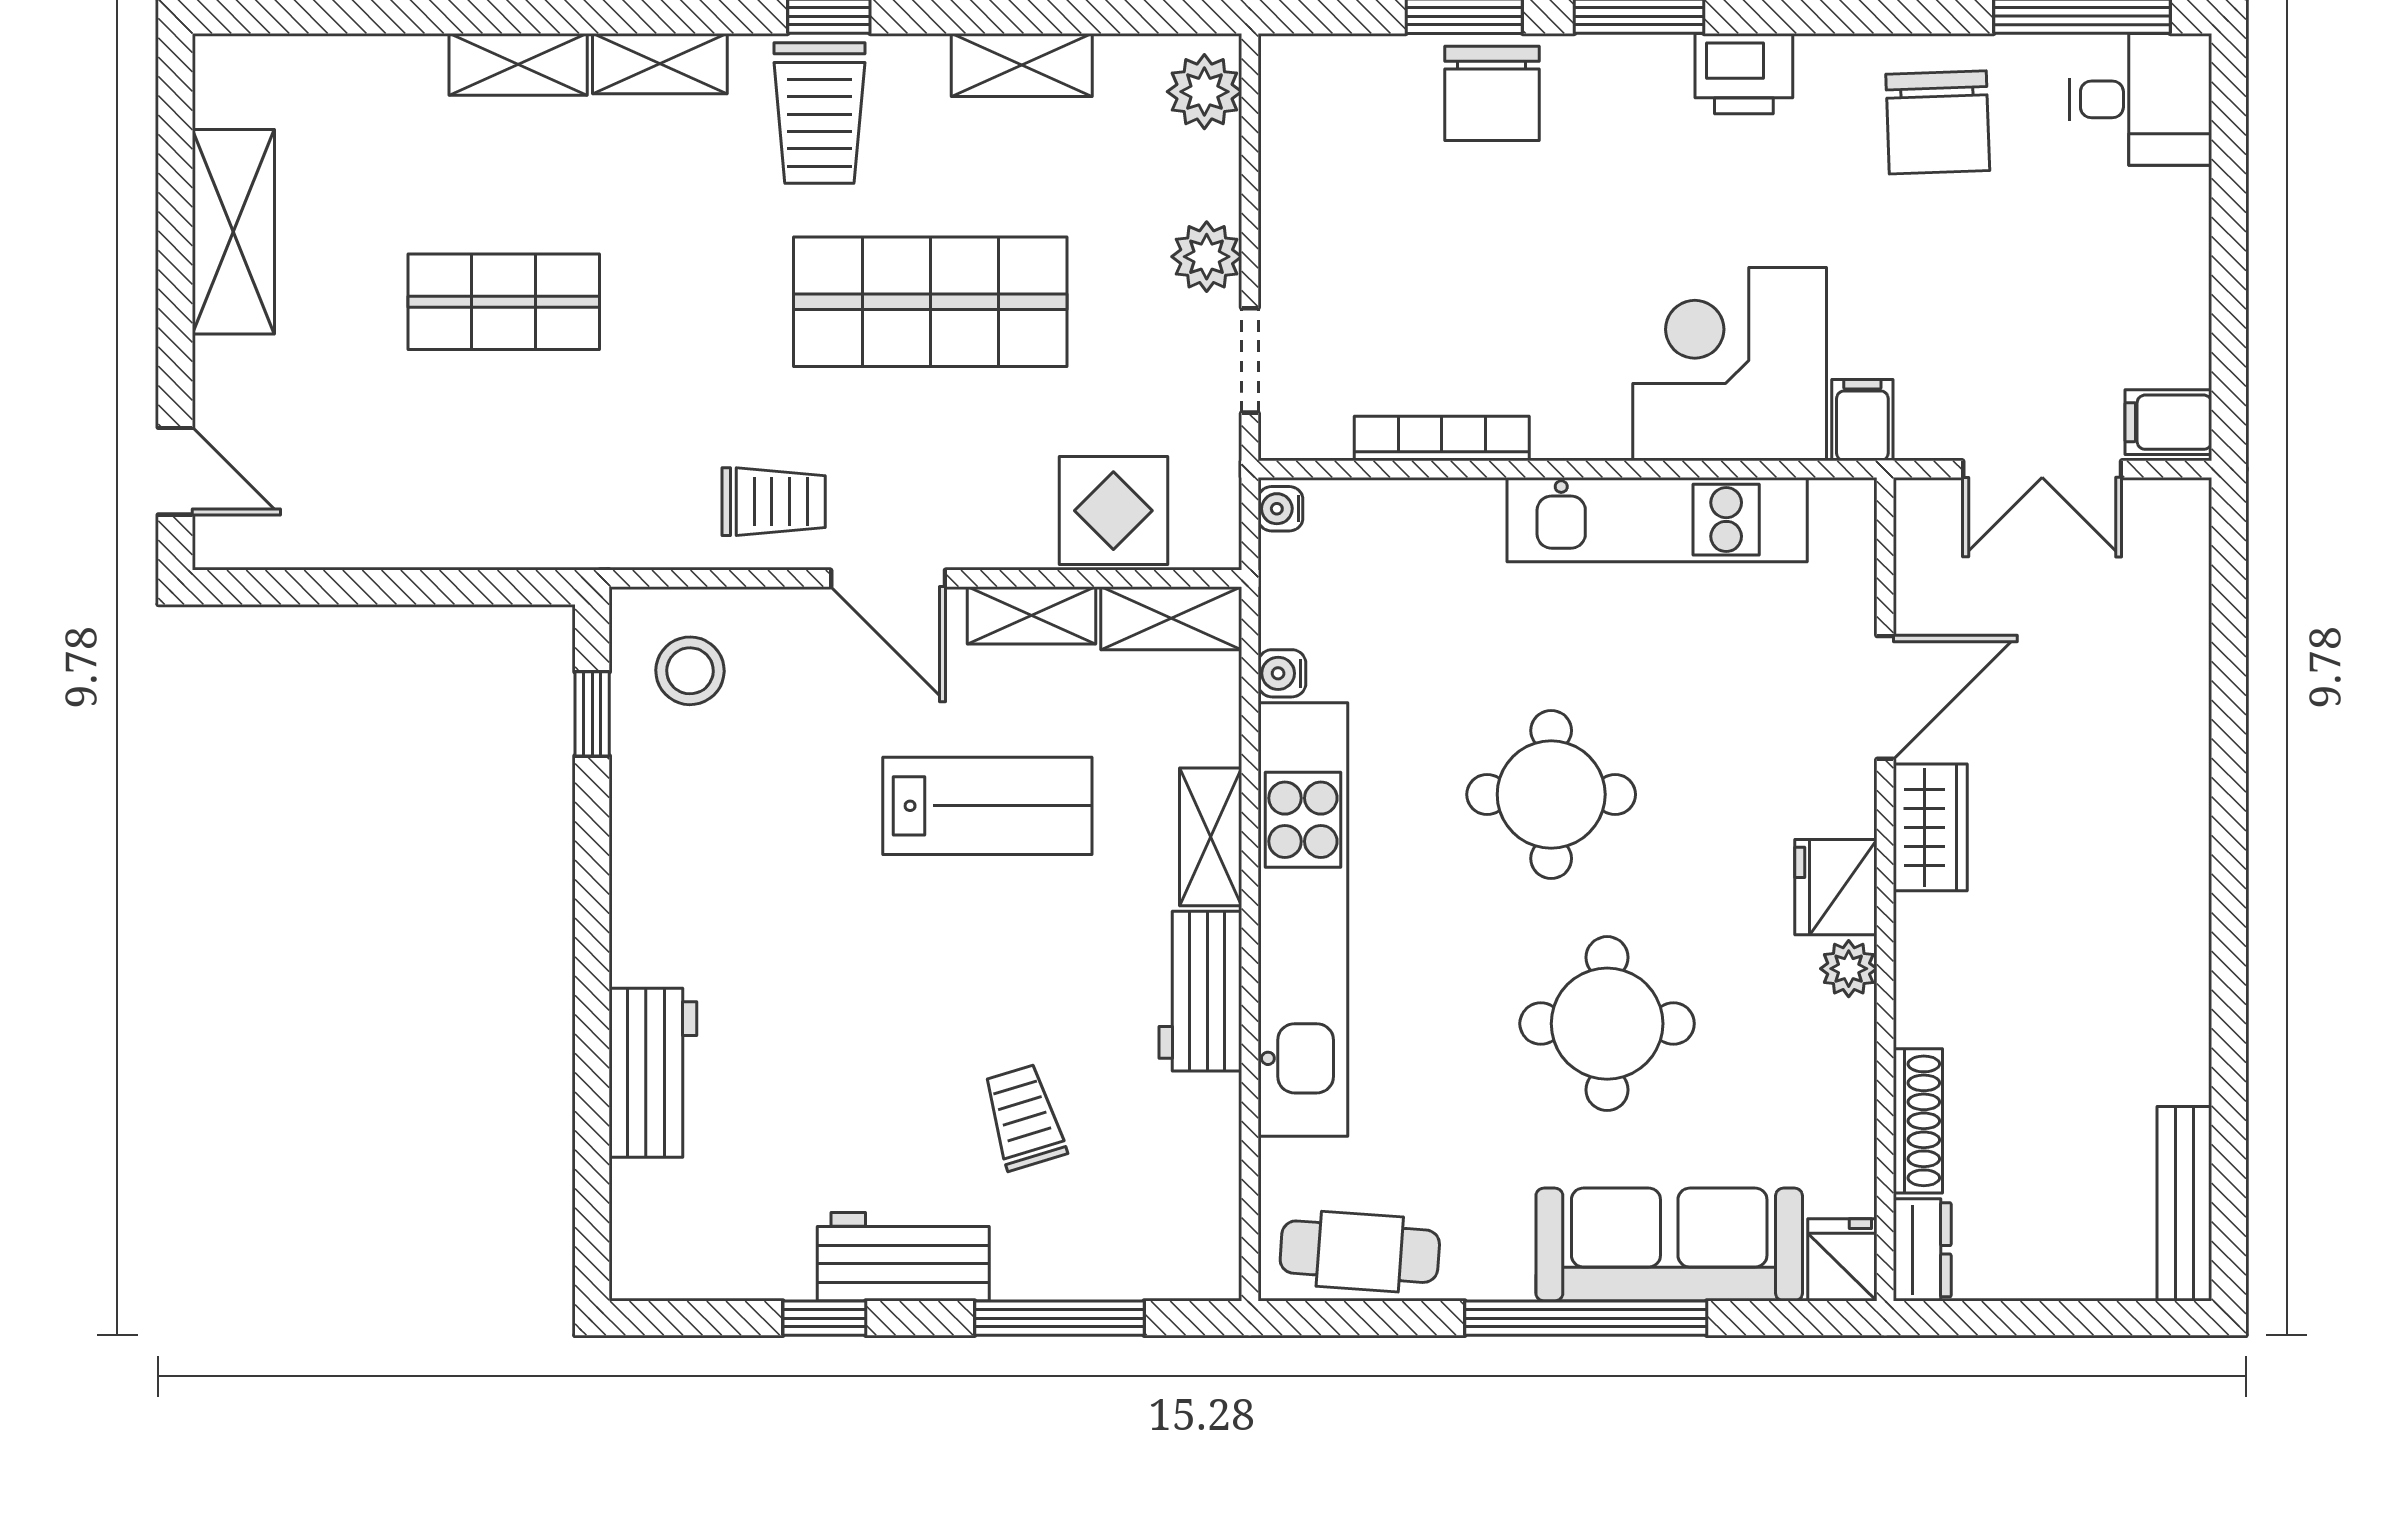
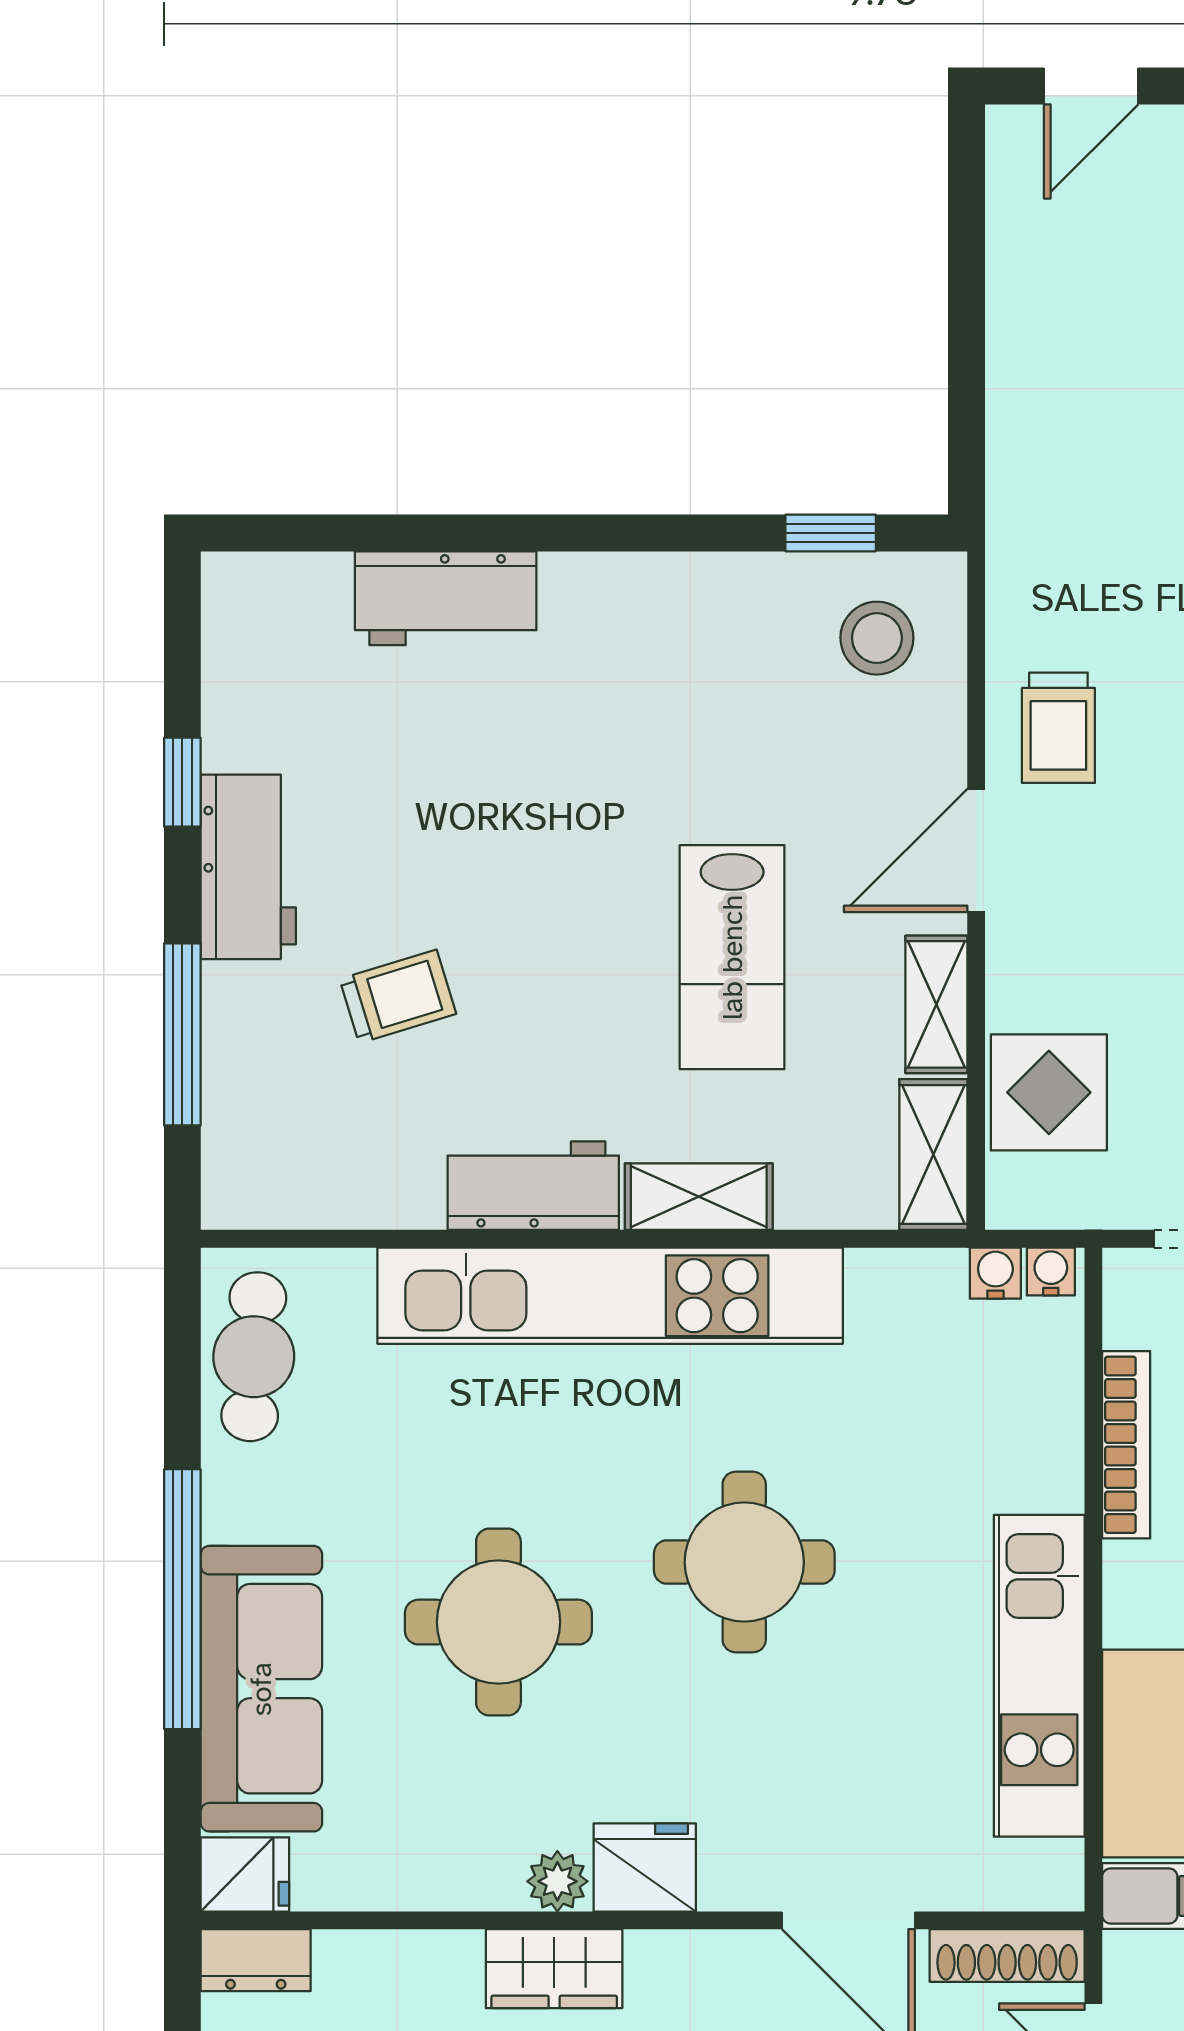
water cooler: (1282, 673) -> (995, 1273), moved
wardrobe: (1930, 827) -> (554, 1969), moved
shoe rack: (1918, 1121) -> (1007, 1955), moved

